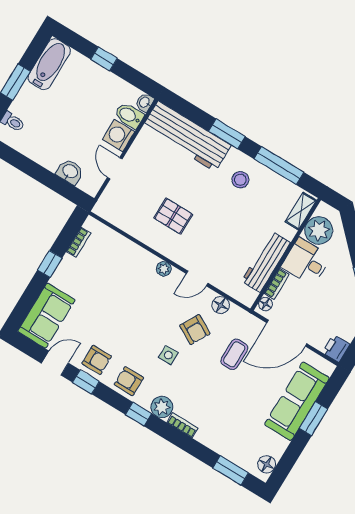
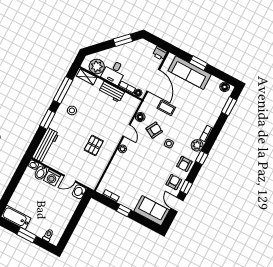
window: (104, 59) -> (11, 188), removed
workbench: (187, 136) -> (46, 145), width x0.73, depth x0.76
washbasin: (70, 172) -> (79, 192), moved
workbench: (266, 262) -> (112, 92), width x0.73

